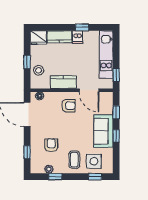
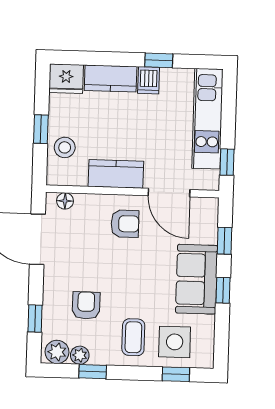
plant: (38, 168) -> (57, 352), added

